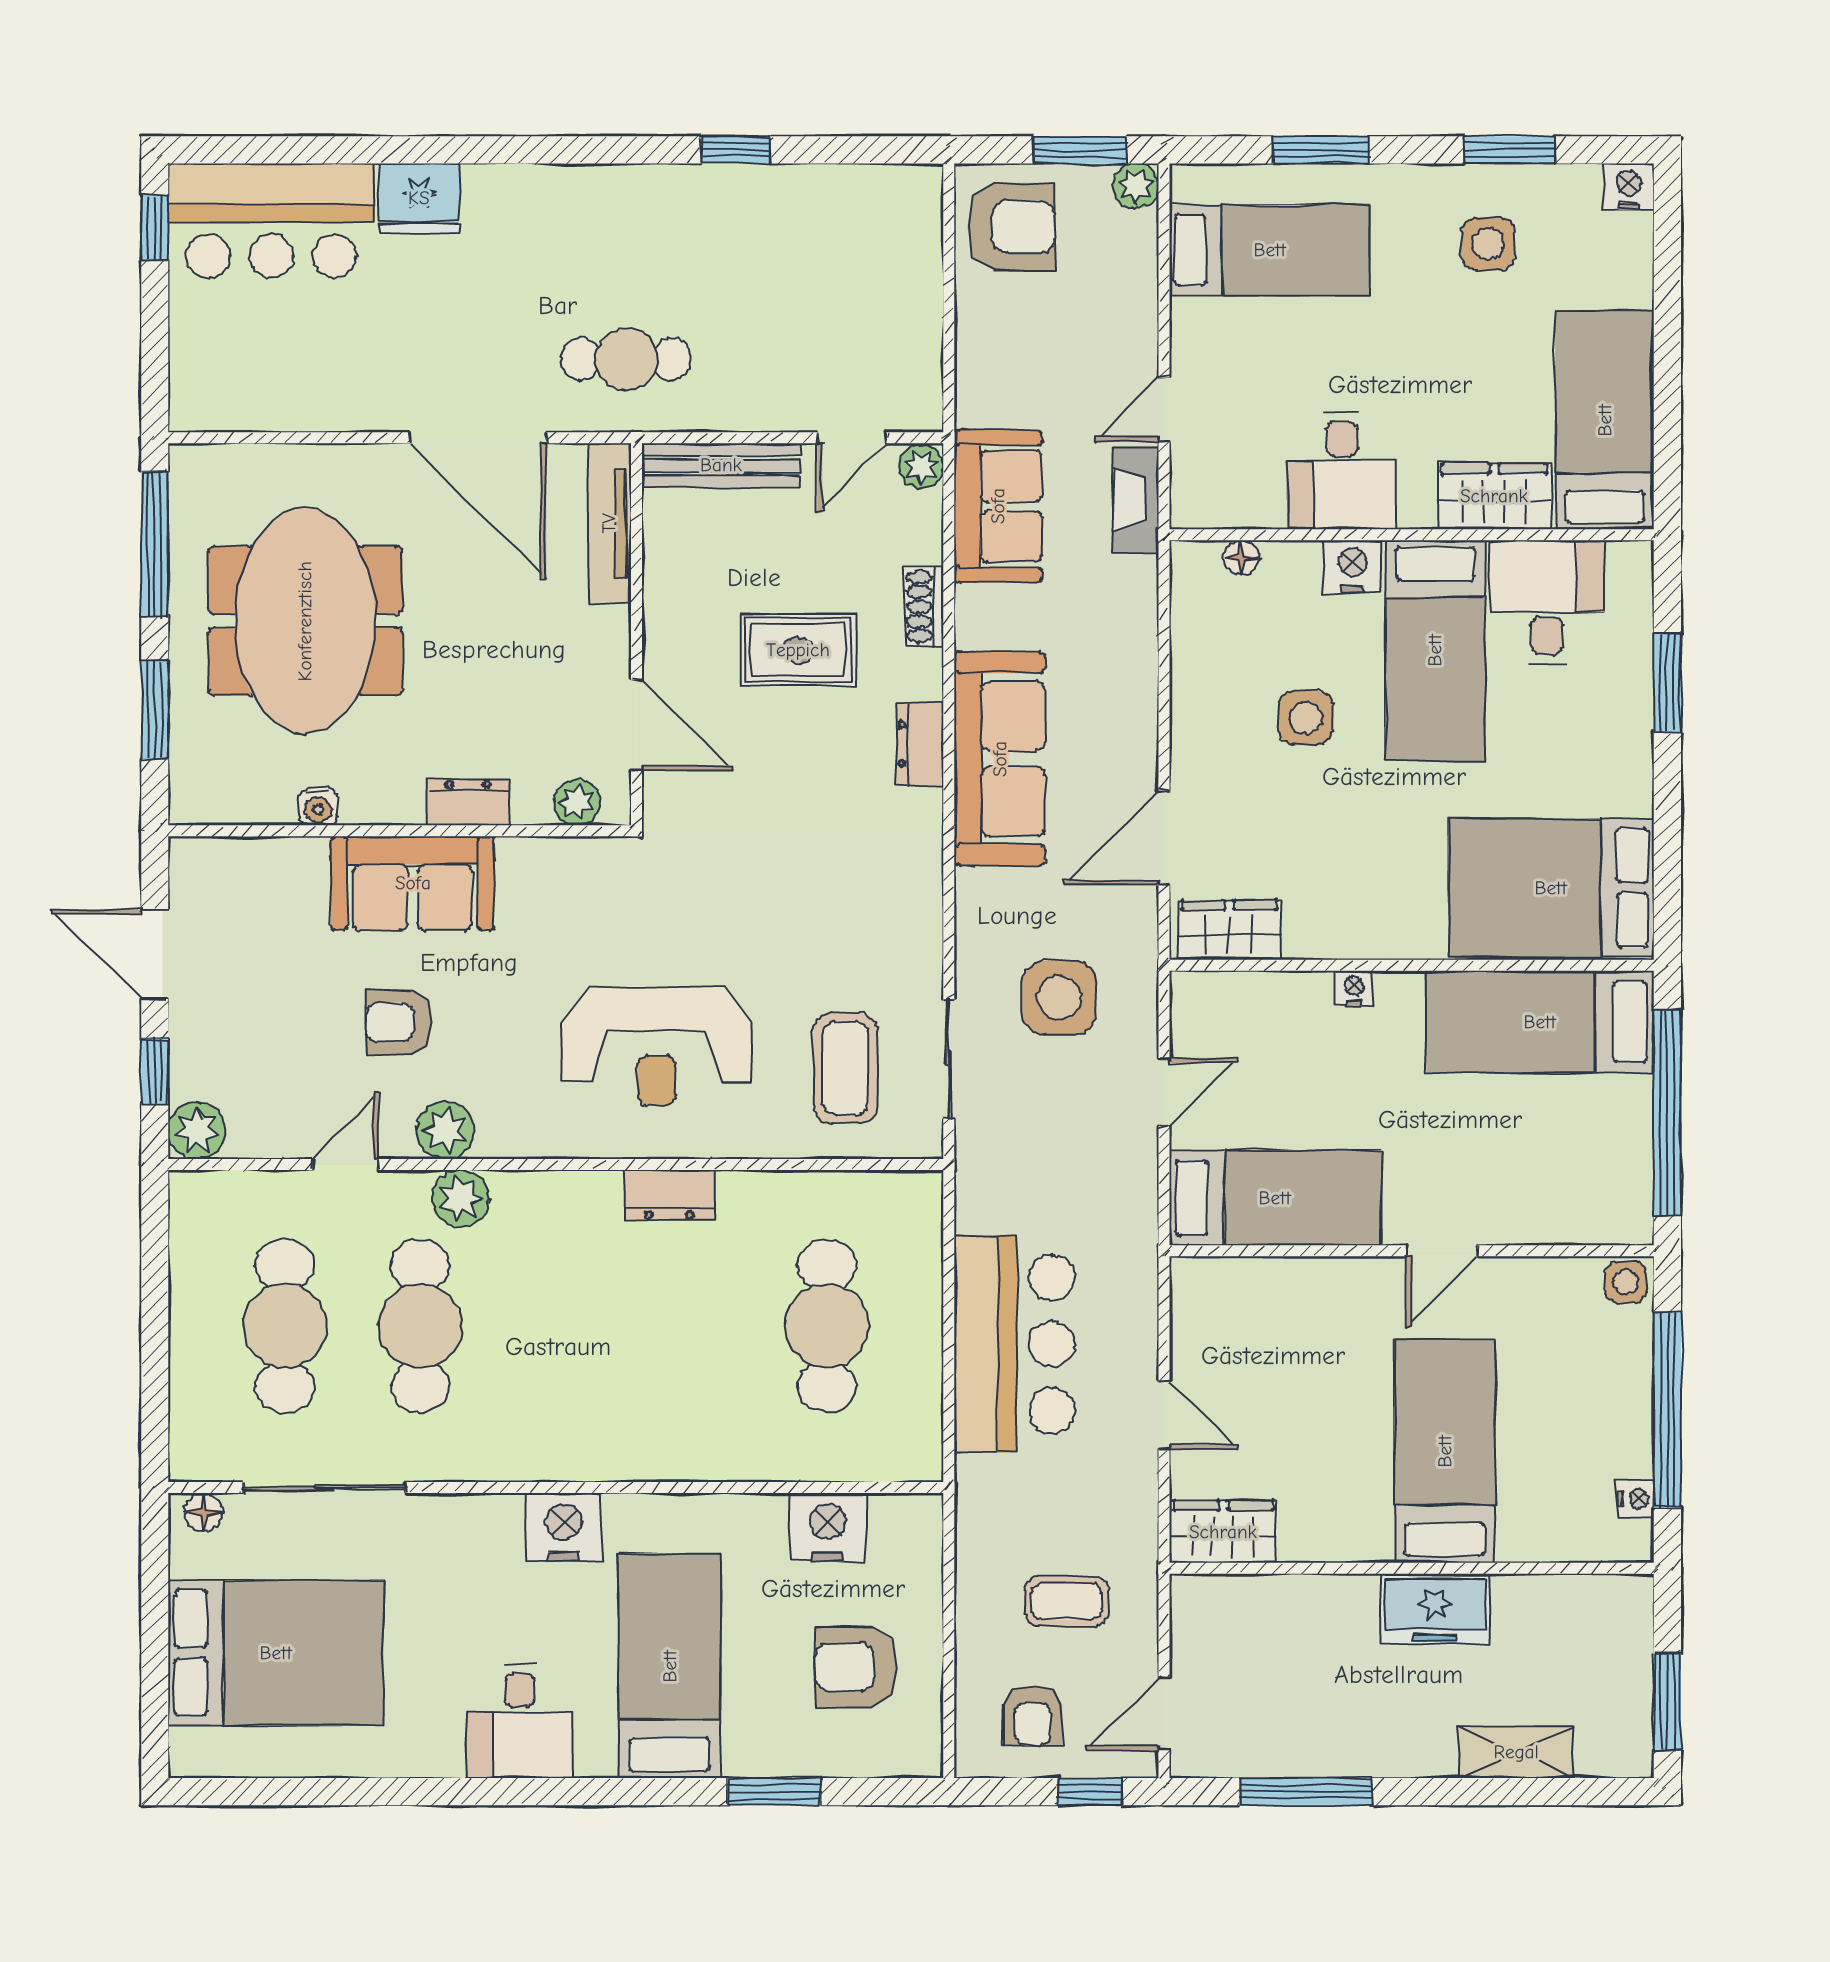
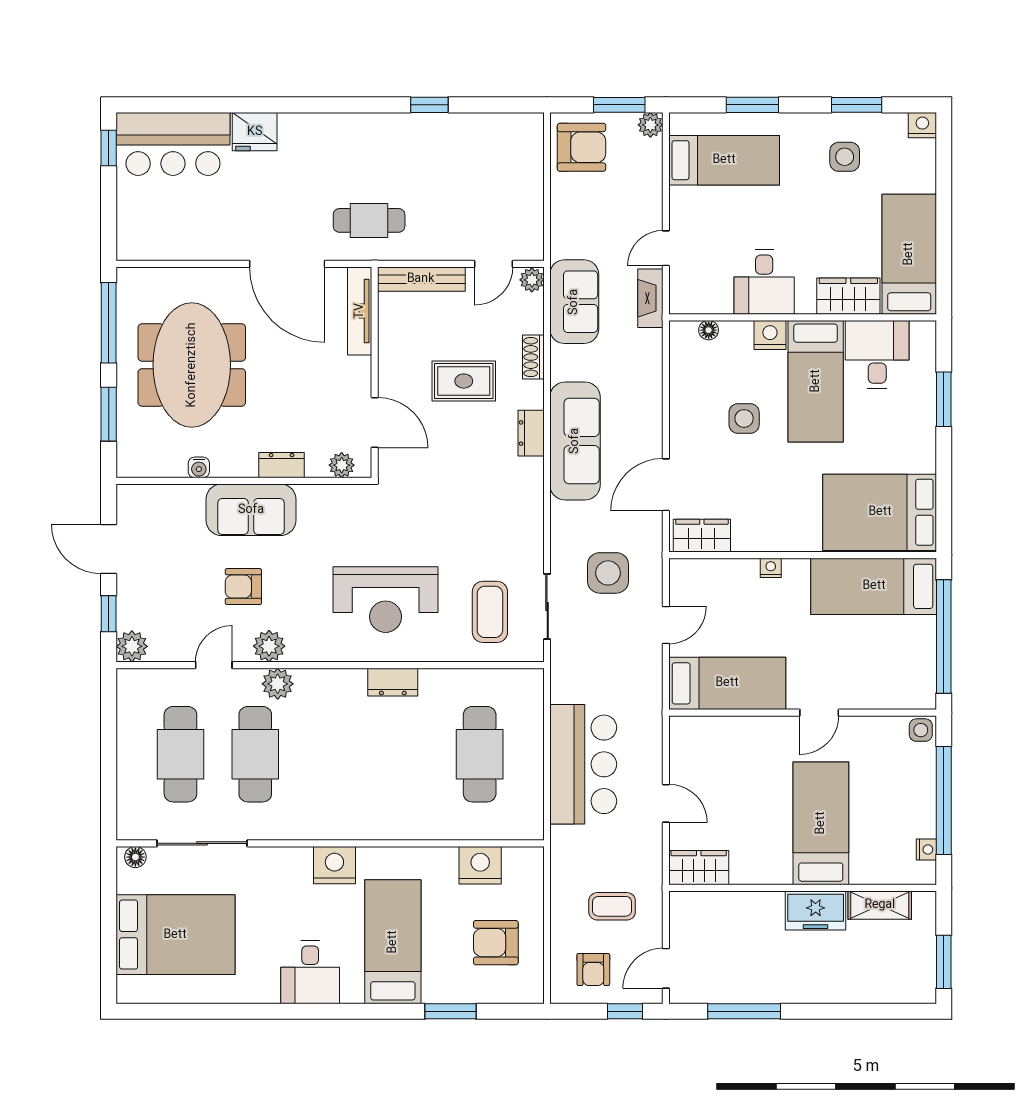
shelving: (1516, 1752) -> (880, 905), moved

